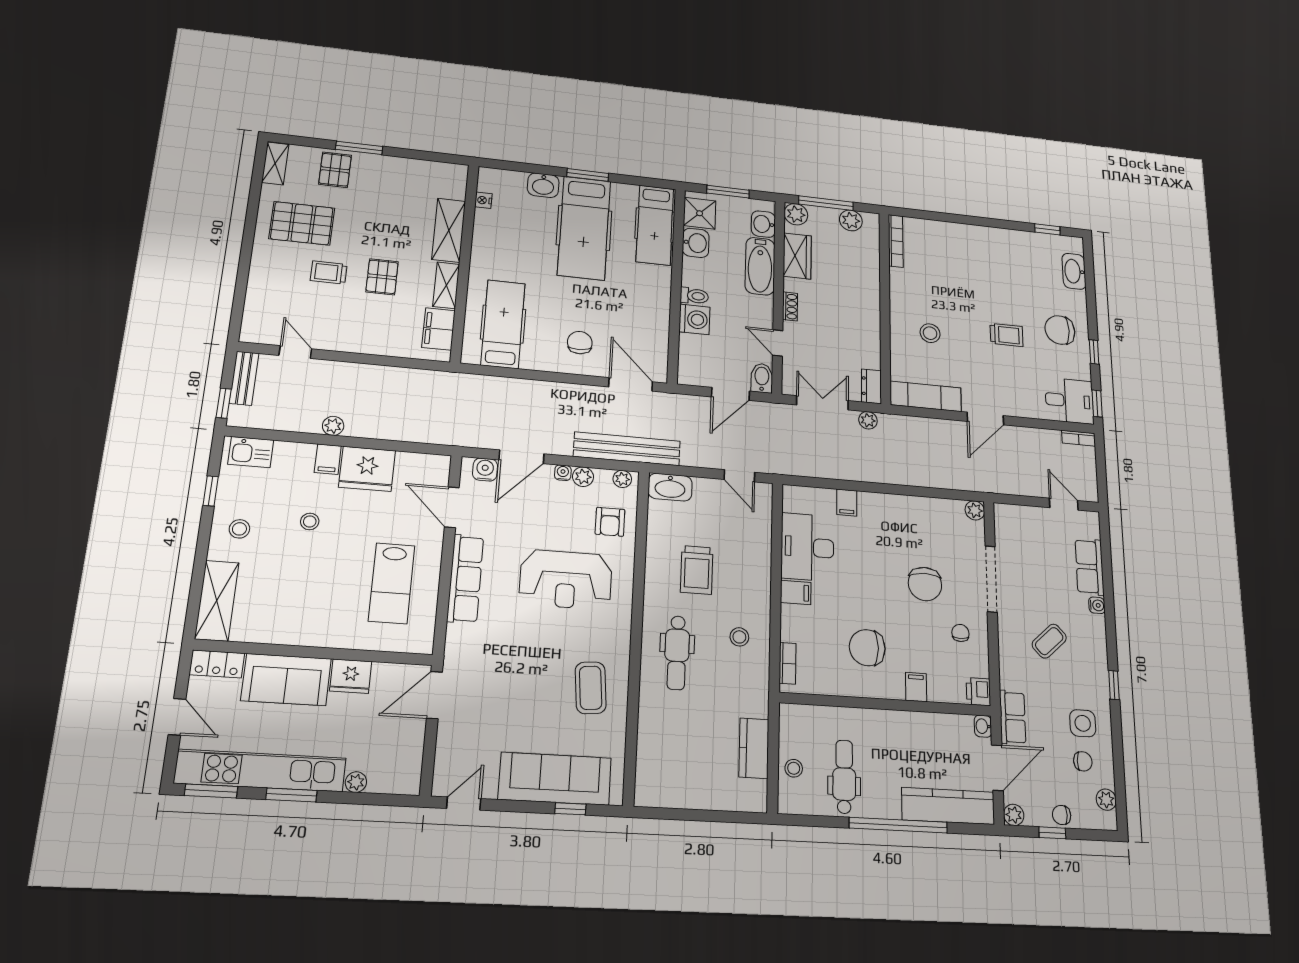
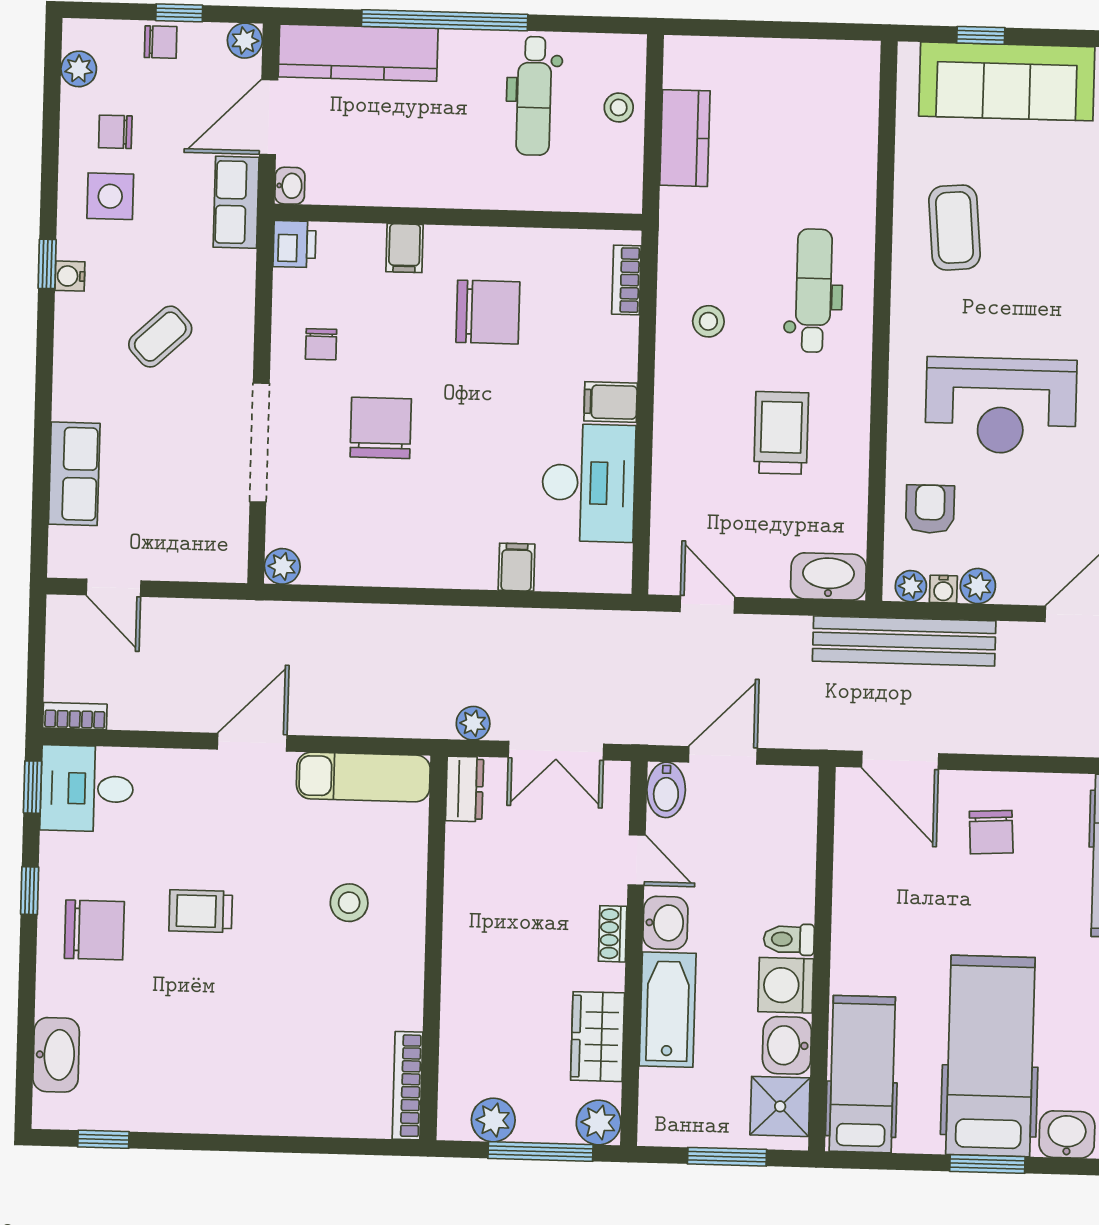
washbasin: (763, 224) -> (665, 923), moved
washing machine: (694, 319) -> (786, 985), moved
water cooler: (563, 473) -> (943, 589), moved
reception desk: (566, 580) -> (1001, 406), turned 180
water cooler: (1097, 605) -> (70, 276), moved

